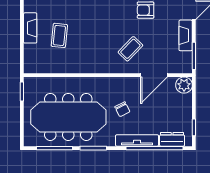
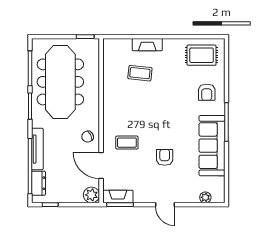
fireplace: (186, 35) -> (118, 196), moved
coffee table: (130, 49) -> (127, 143), turned -44
chair: (122, 109) -> (88, 137), moved

